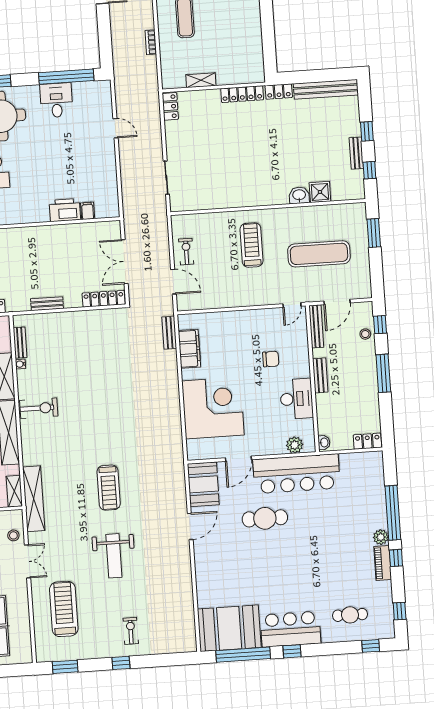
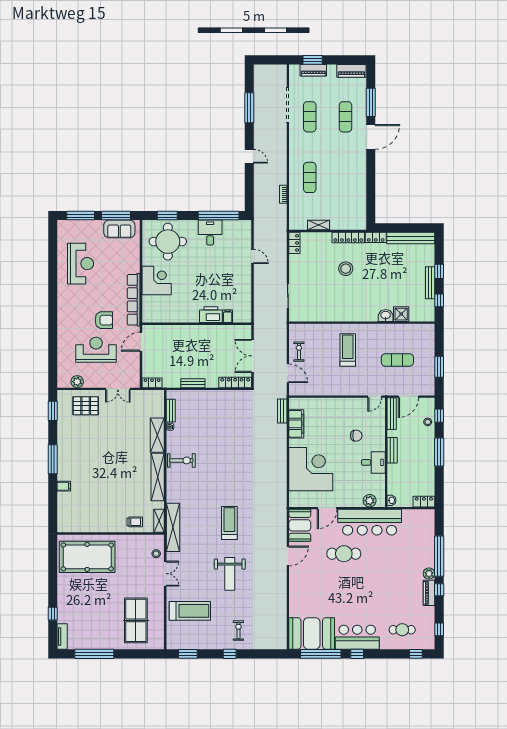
stool: (241, 136) -> (346, 269), added
bench: (356, 153) -> (430, 283), width x1.36
window: (374, 233) -> (439, 367), moved
exercise mat: (319, 254) -> (397, 360), width x0.73, depth x0.69
desk: (296, 399) -> (373, 462), width x0.73
treadmill: (109, 488) -> (229, 523), turned 180
treadmill: (64, 609) -> (190, 611), turned 90

